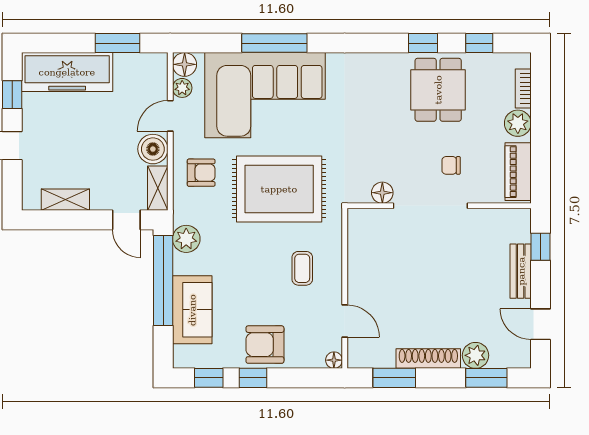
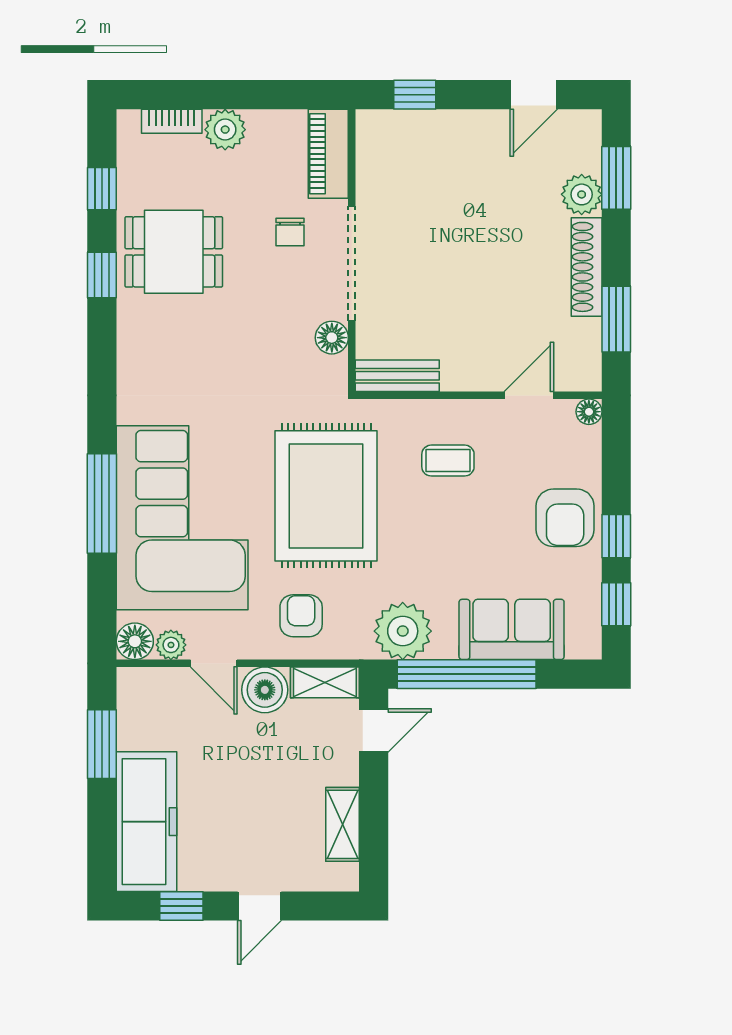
piano: (518, 172) -> (328, 154), moved, turned 90
plant: (186, 239) -> (403, 631), width x1.36, depth x1.36
bench: (521, 271) -> (397, 376), moved

